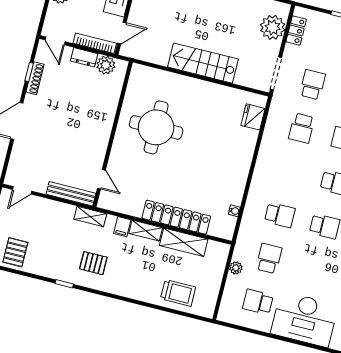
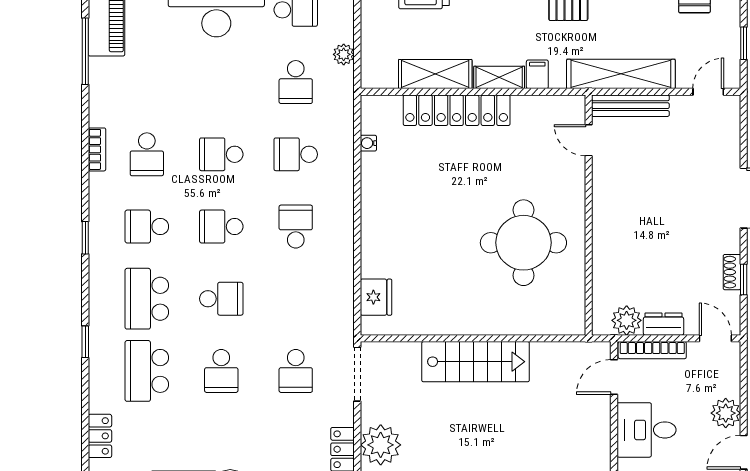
shoe rack: (35, 78) -> (732, 272), width x0.70
school desk: (302, 128) -> (296, 227), moved
shelving: (90, 216) -> (621, 74), width x2.20, depth x1.33

